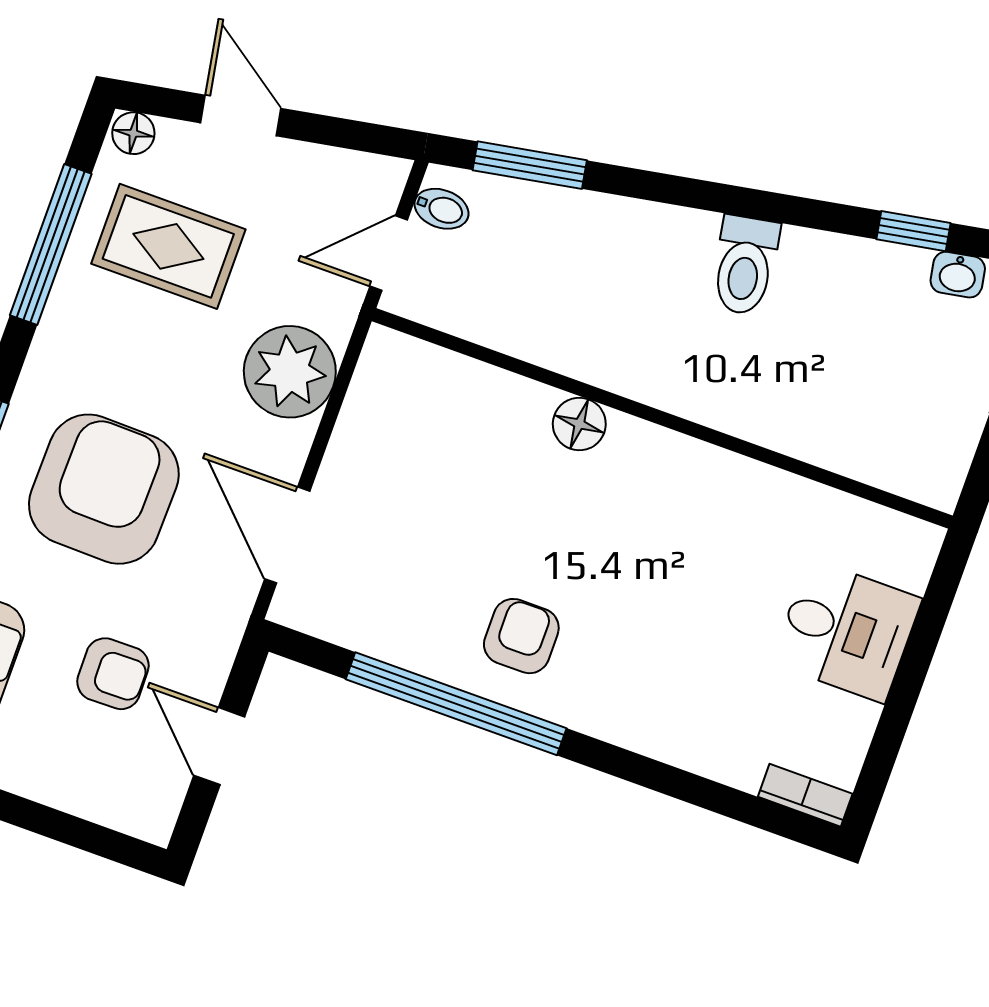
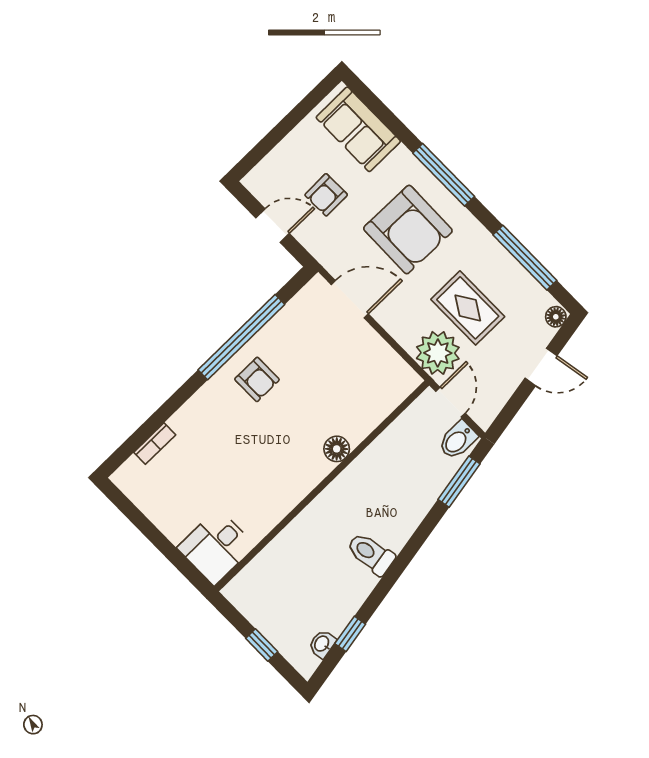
bidet: (441, 209) -> (458, 440), width x1.38, depth x1.36
rug: (168, 246) -> (468, 308), moved, turned 90
plant: (290, 372) -> (438, 353), moved
desk: (847, 631) -> (216, 547), moved
bookcase: (805, 795) -> (155, 444), moved

